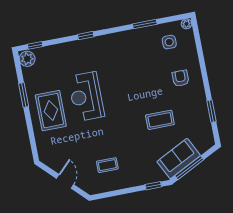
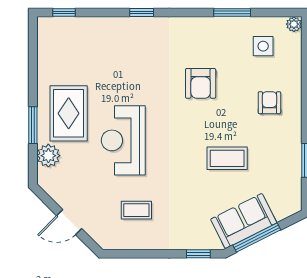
plant: (27, 59) -> (48, 156), moved
armchair: (133, 74) -> (201, 83), added
window: (24, 95) -> (33, 125), moved
reception desk: (86, 96) -> (123, 140), moved
door: (65, 181) -> (69, 222), swing flipped

